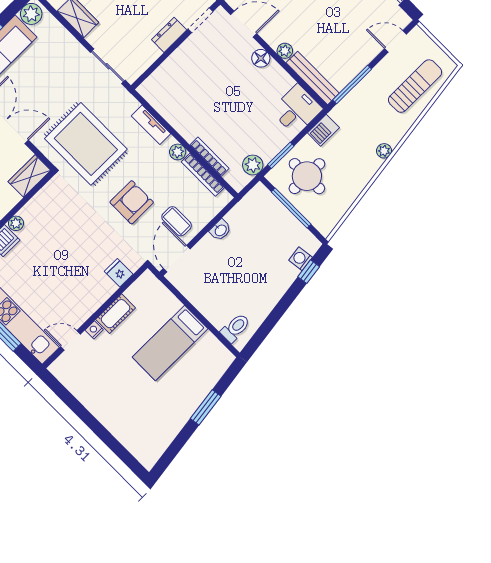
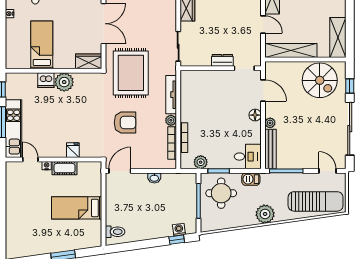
sun lounger: (415, 86) -> (316, 201), width x1.36, depth x1.34
tv unit: (151, 125) -> (171, 95), width x1.41
plant: (384, 151) -> (265, 214), width x1.87, depth x1.87
coffee table: (177, 221) -> (138, 153), removed
plant: (16, 223) -> (64, 82), width x1.87, depth x1.87
fridge: (119, 273) -> (73, 150), moved

